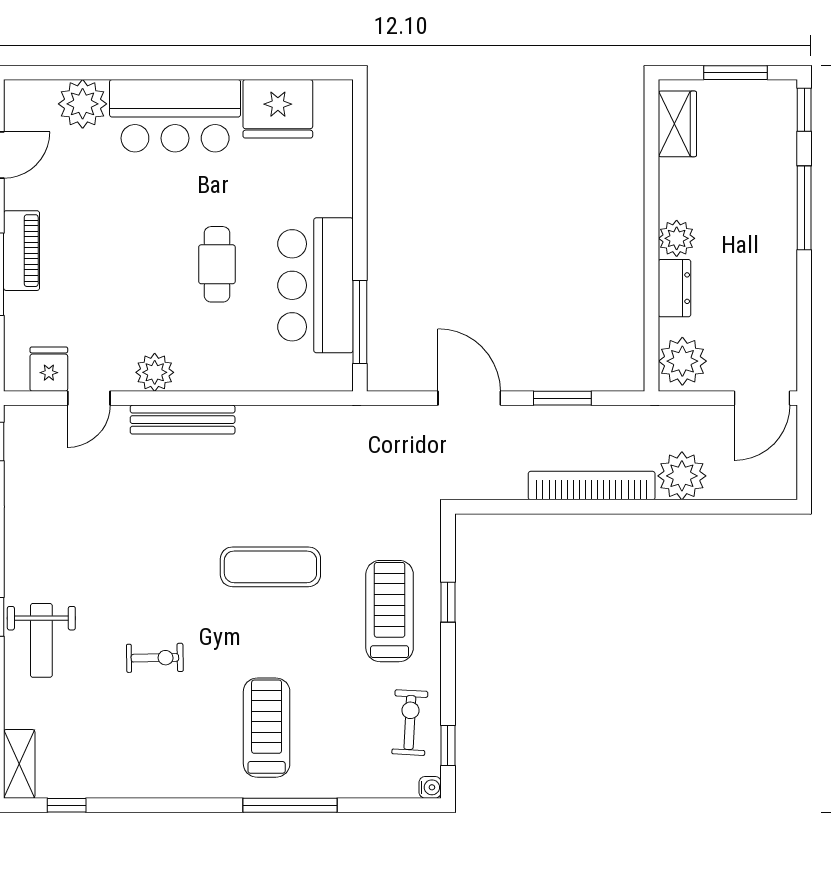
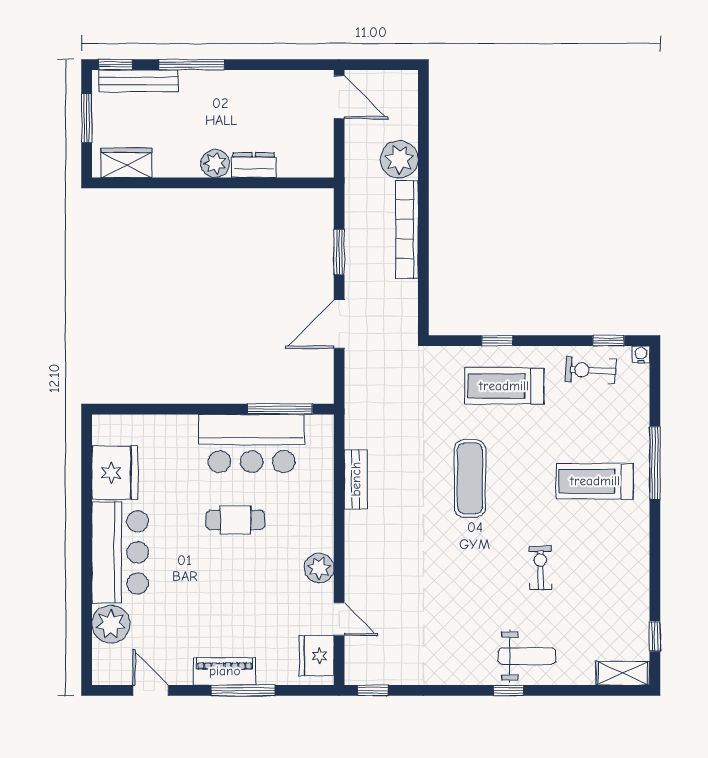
bench: (783, 140) -> (139, 81), added
plant: (682, 361) -> (310, 159), removed
fridge: (49, 369) -> (317, 656), width x1.38
bench: (183, 420) -> (356, 479), moved, width x0.73

